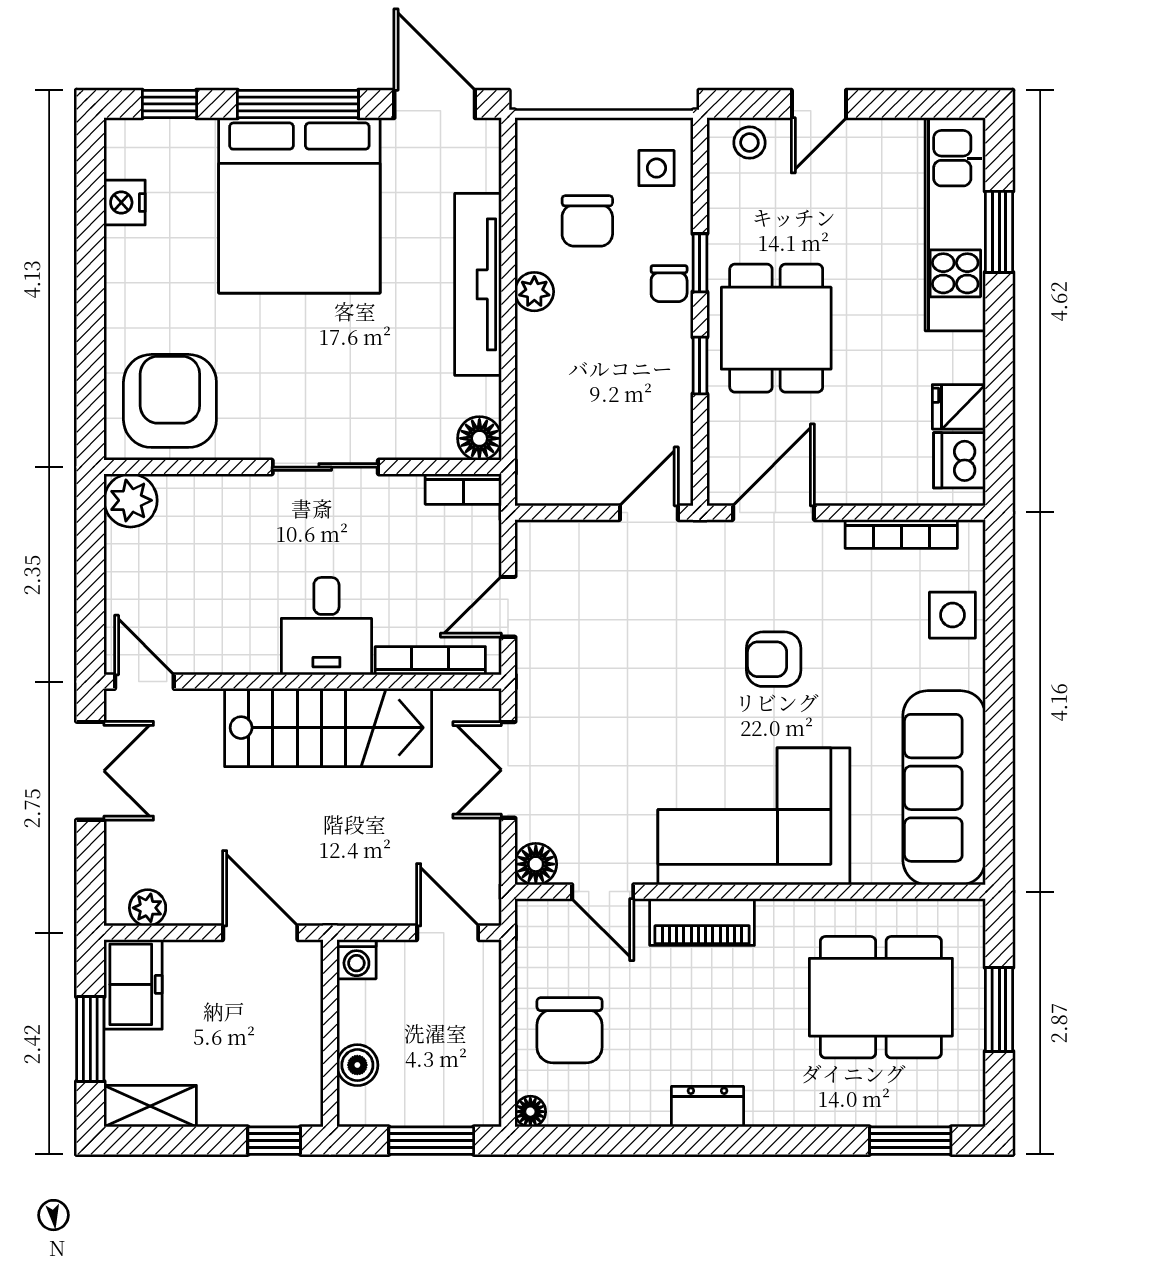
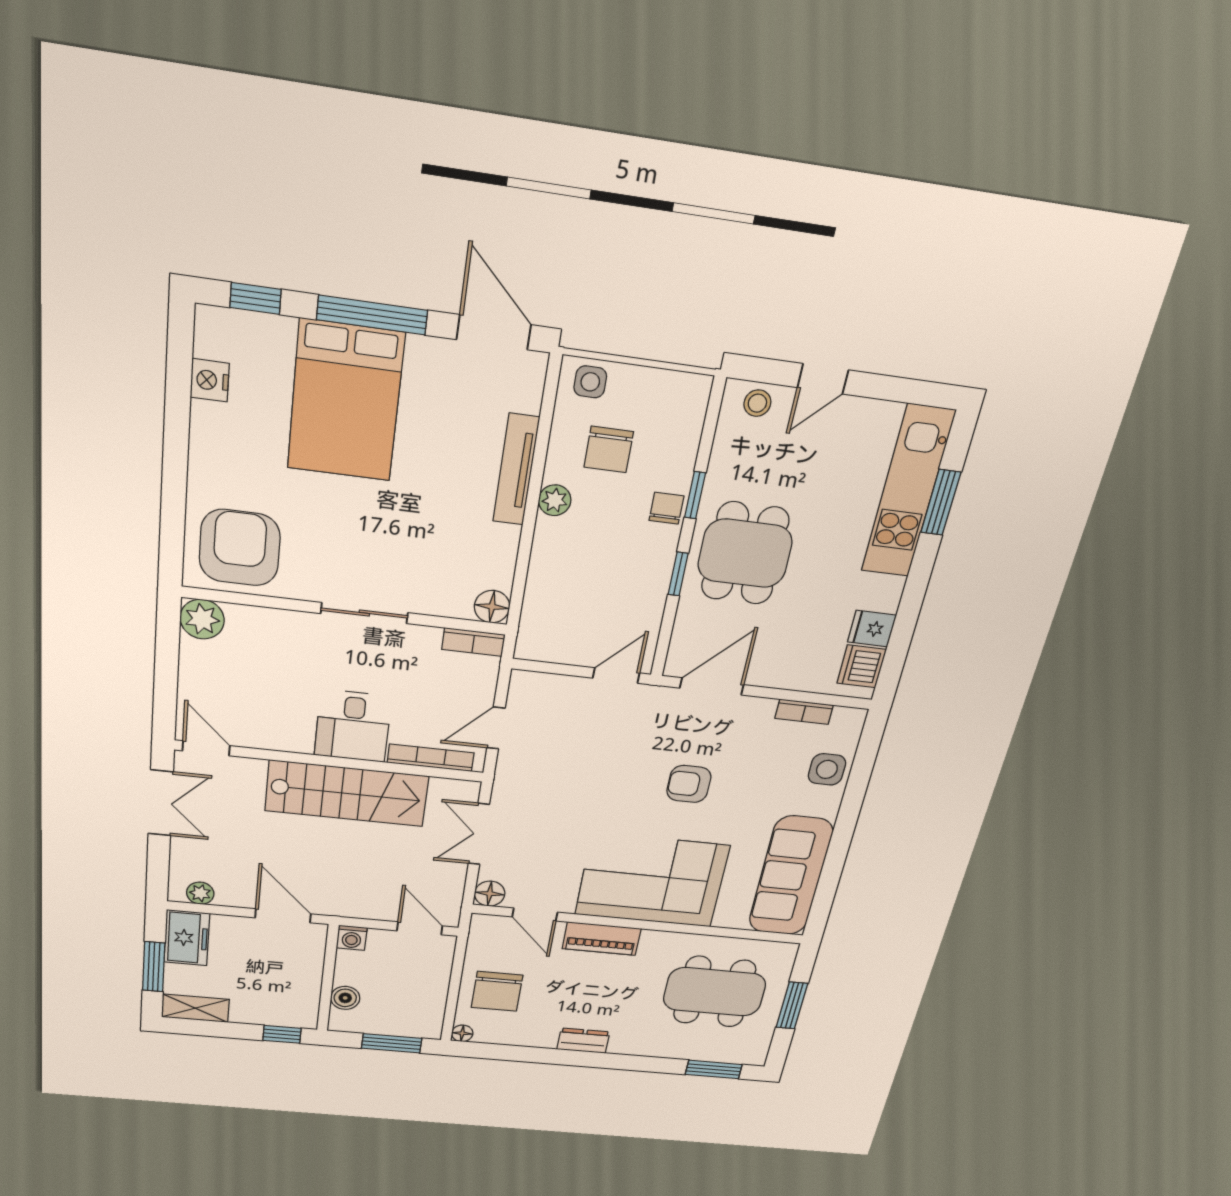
side table: (656, 168) -> (590, 382), moved
bed: (299, 205) -> (346, 401), width x0.73
tv unit: (478, 284) -> (516, 470), width x0.73, depth x0.78
chair: (669, 284) -> (666, 508), turned 180
bookcase: (901, 534) -> (804, 712), width x0.64

